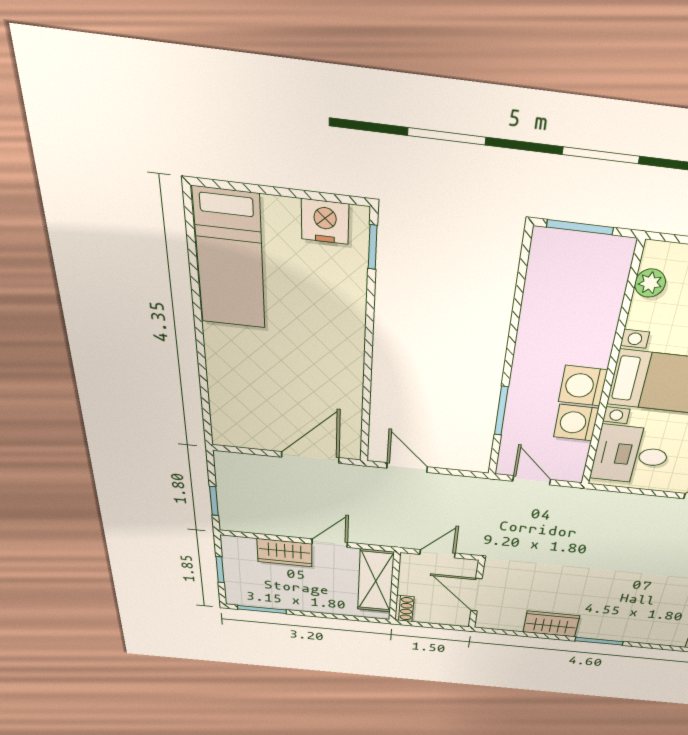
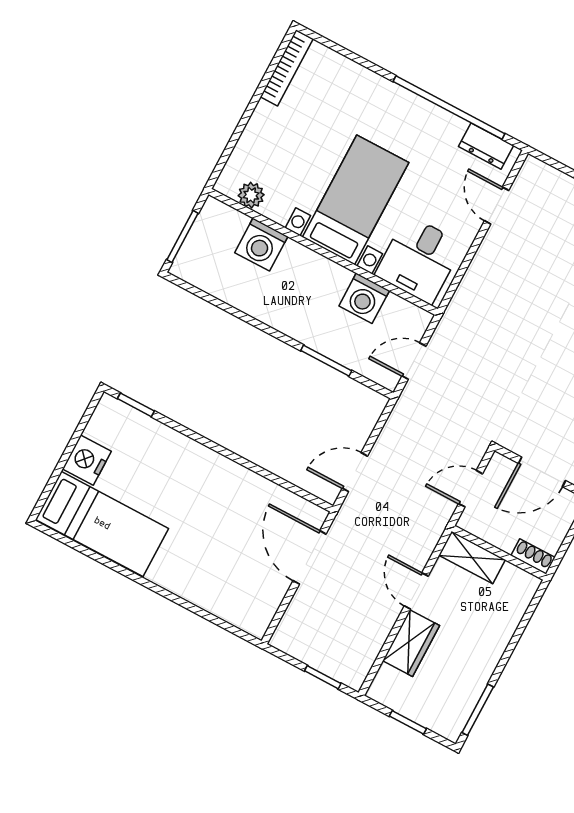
nightstand: (325, 221) -> (87, 460), moved
washing machine: (583, 386) -> (261, 245), moved
door: (437, 554) -> (471, 489), hinge flipped
shelving: (376, 581) -> (472, 558), width x0.67, depth x0.75

